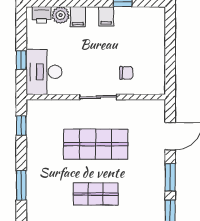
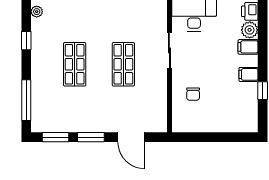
sliding door: (98, 97) -> (169, 50), moved
shop shelf: (96, 144) -> (123, 64), width x0.70, depth x0.74

